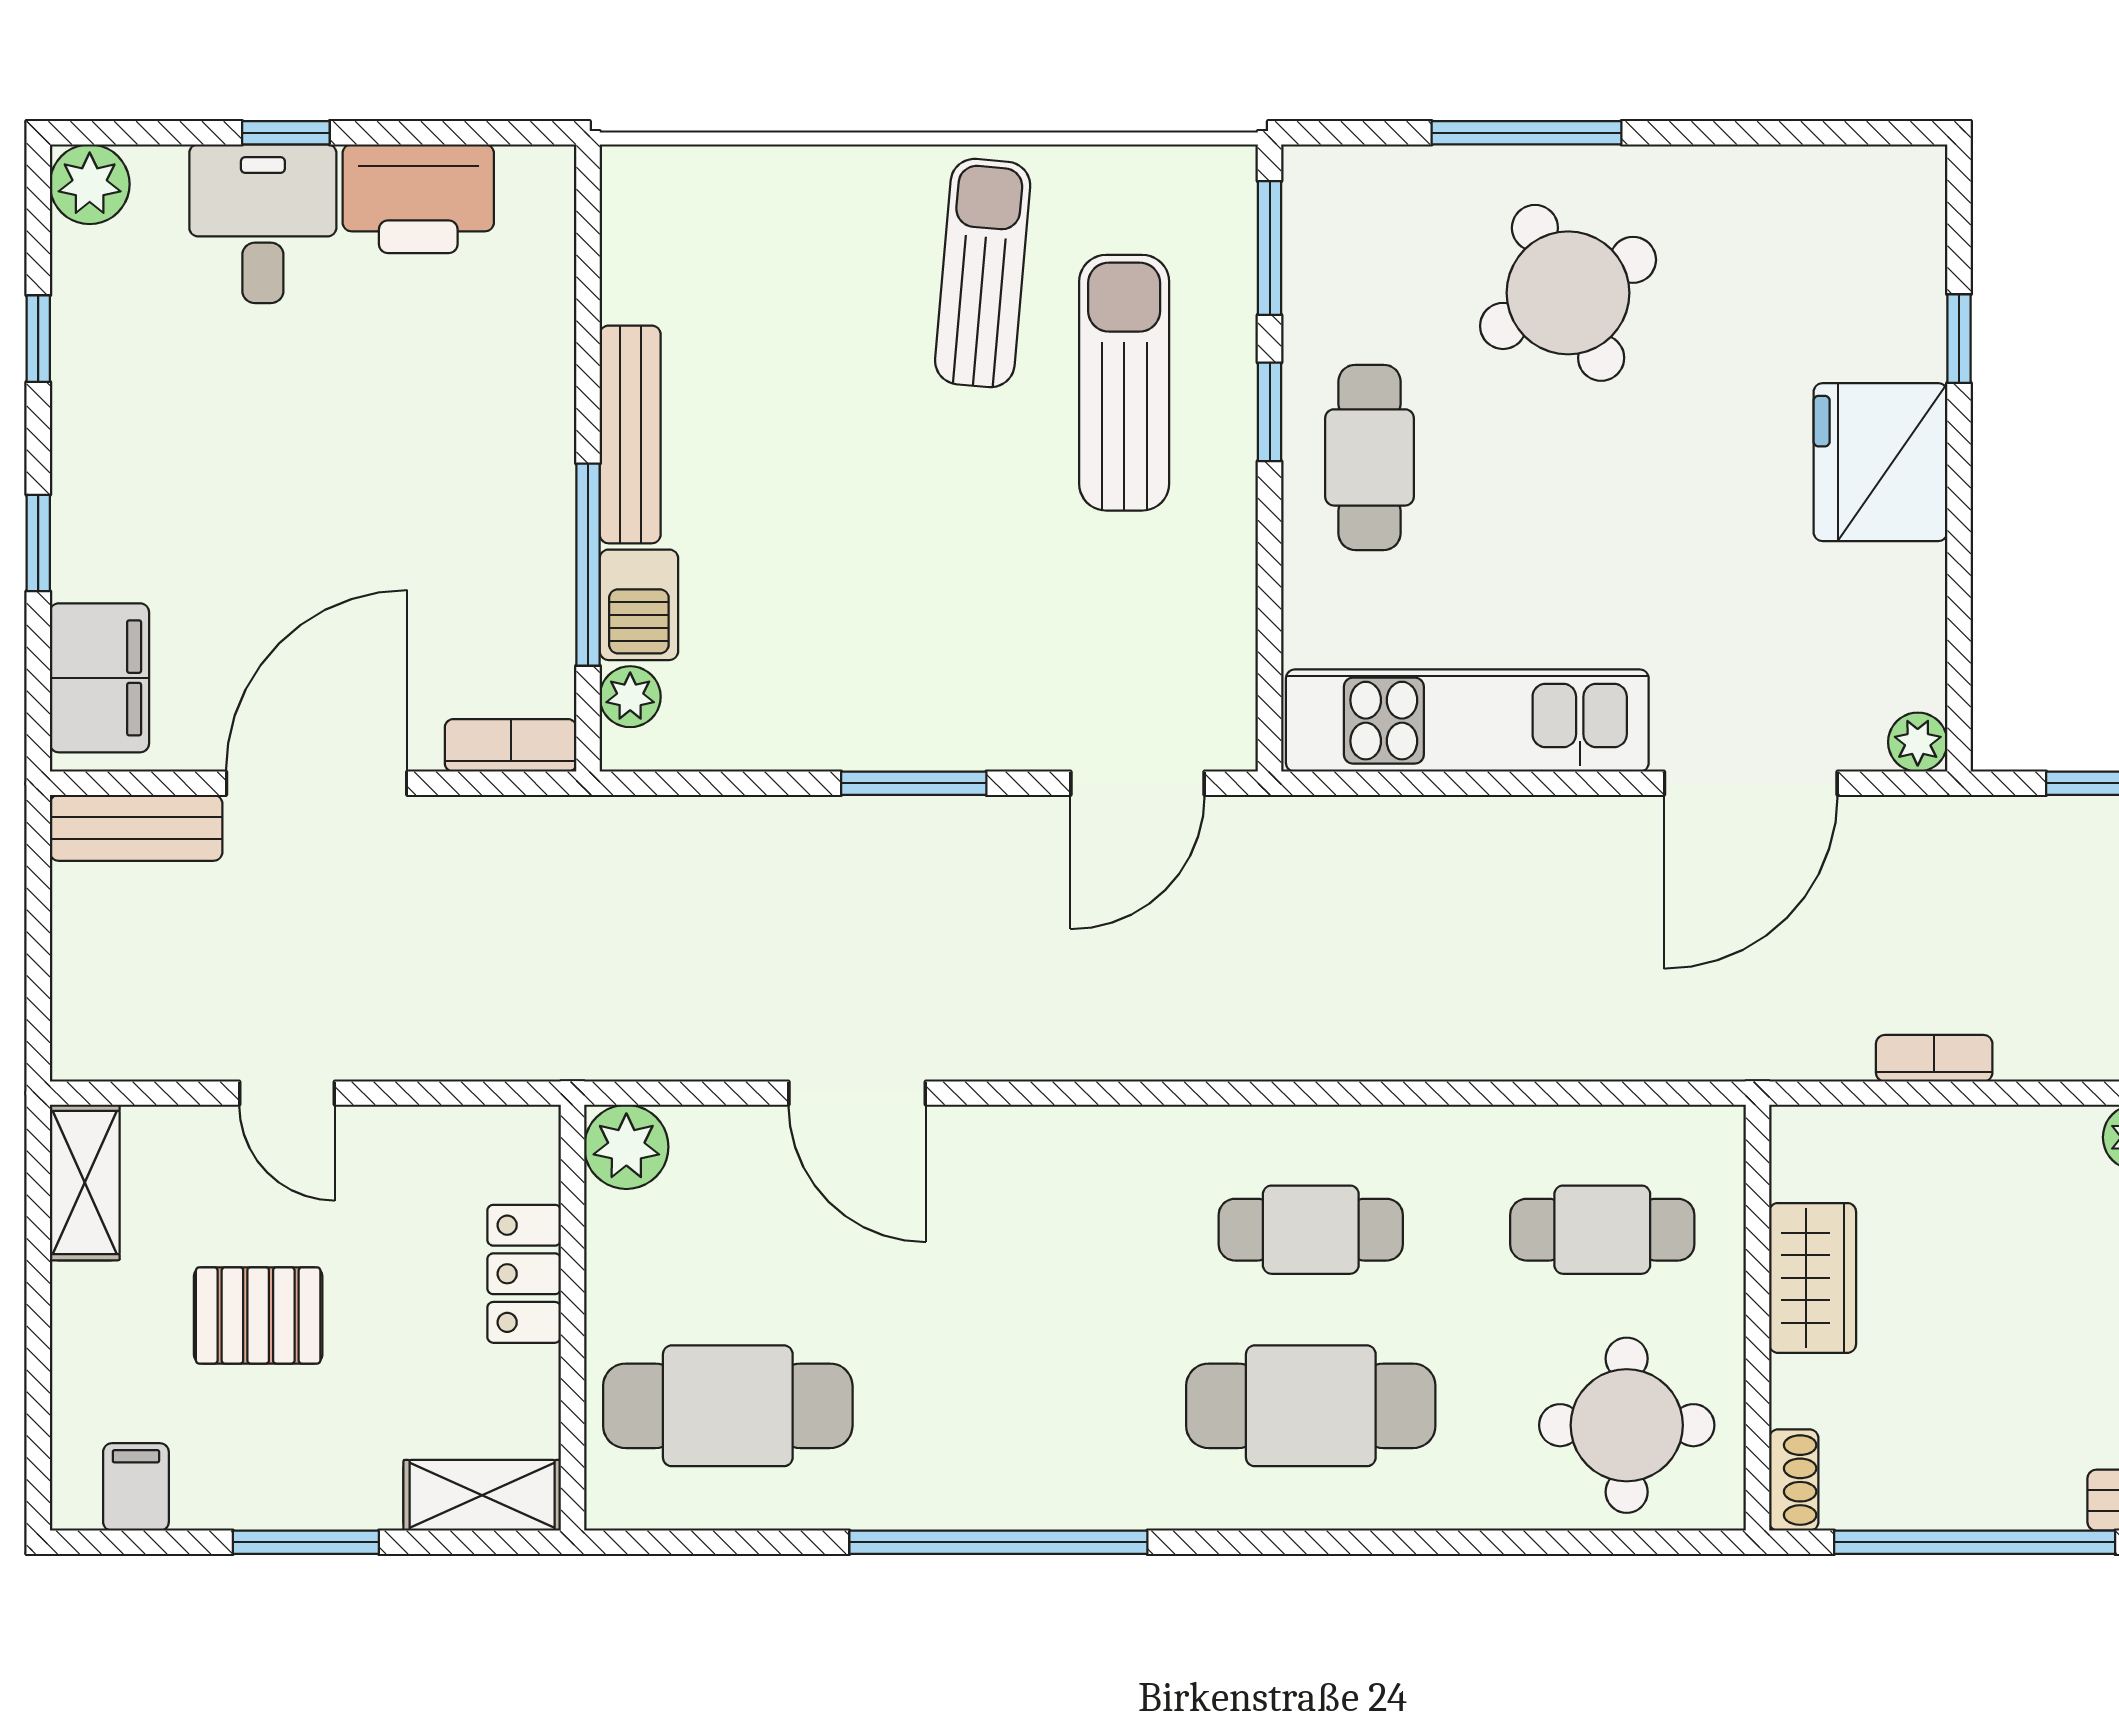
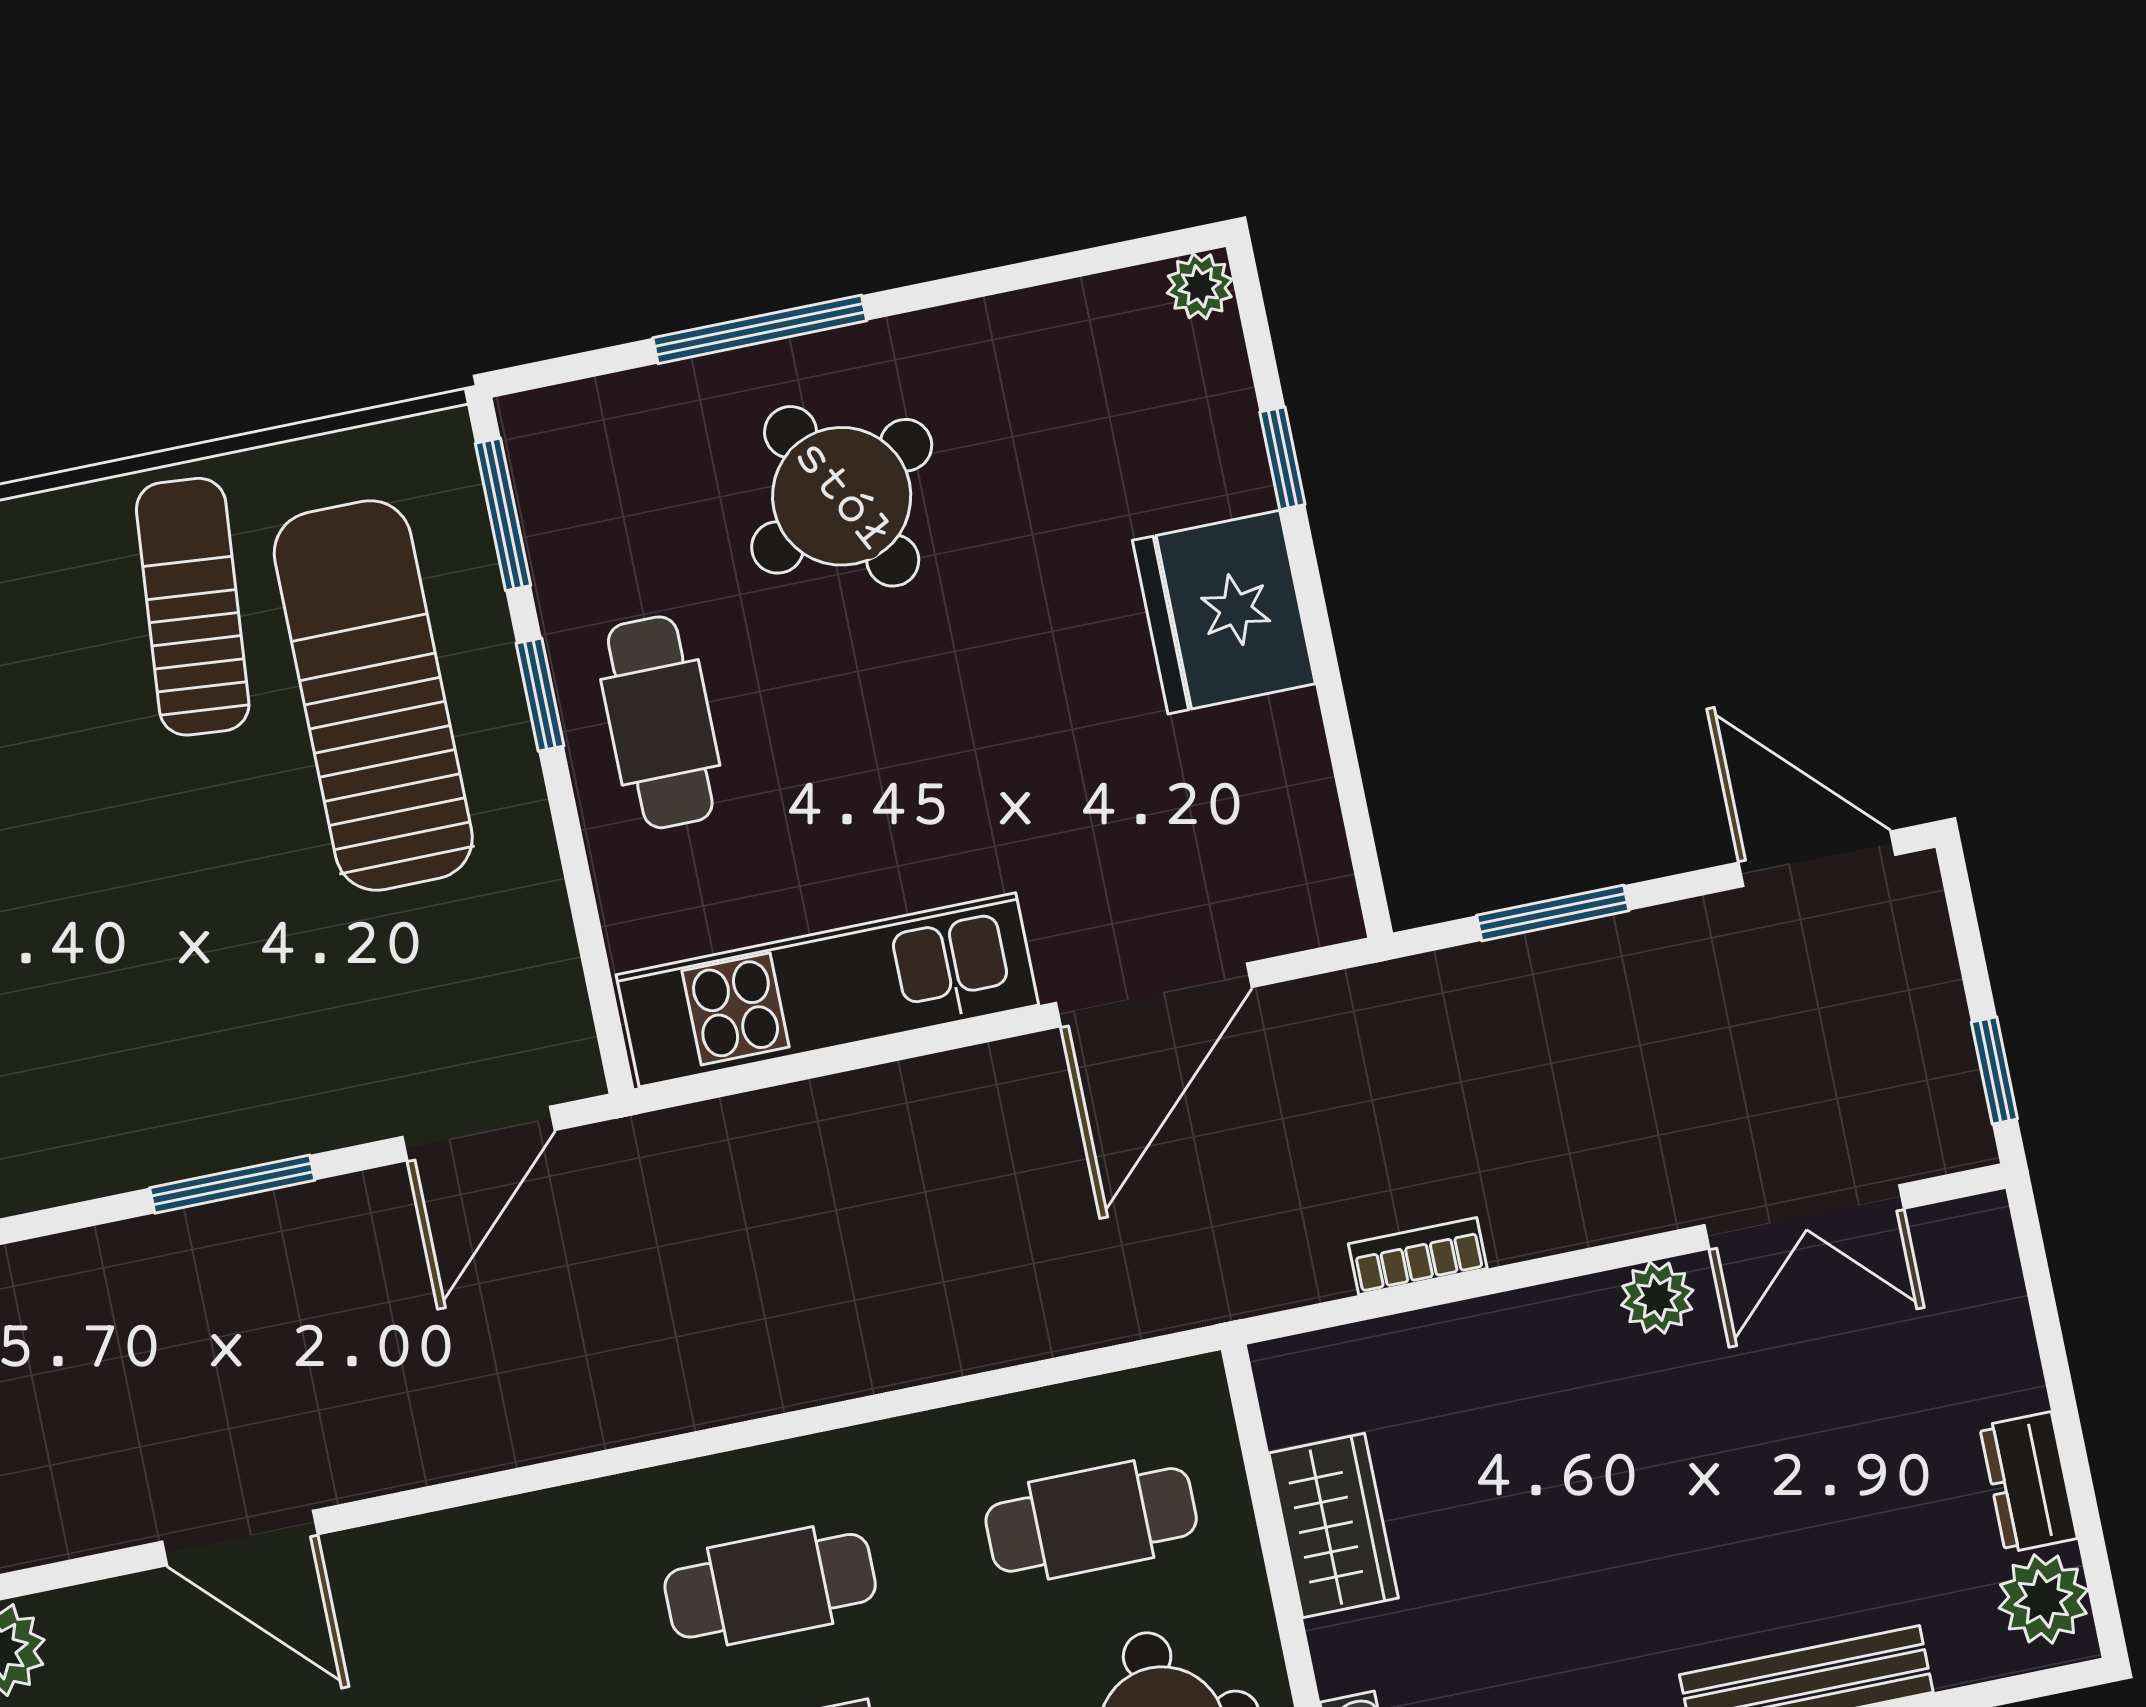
sun lounger: (1124, 383) -> (373, 695), width x1.36, depth x1.34
plant: (1918, 742) -> (1200, 286), moved

